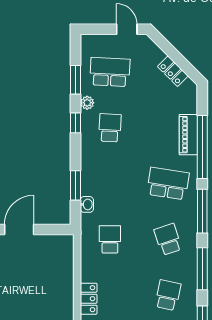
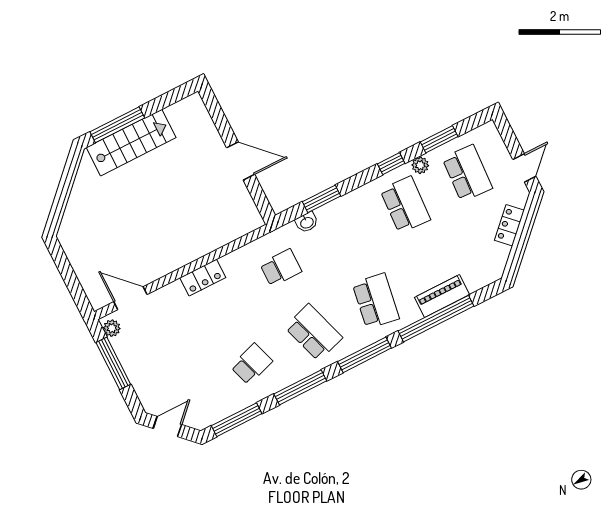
locker: (173, 71) -> (509, 225), moved
school desk: (110, 128) -> (405, 205), width x1.85
school desk: (168, 239) -> (314, 332), width x1.85
school desk: (168, 295) -> (251, 364), turned -30

